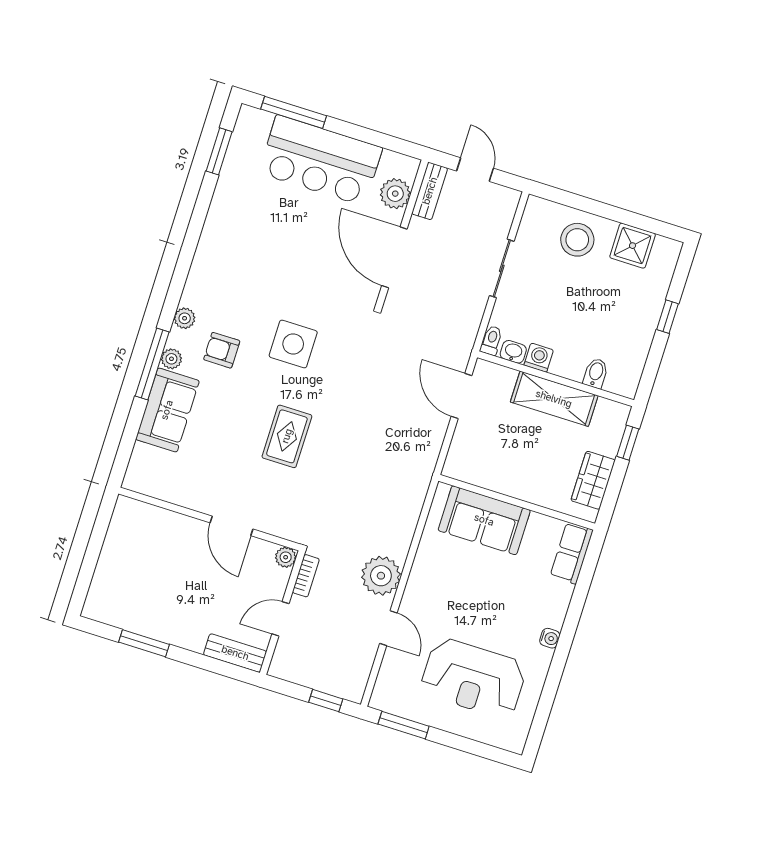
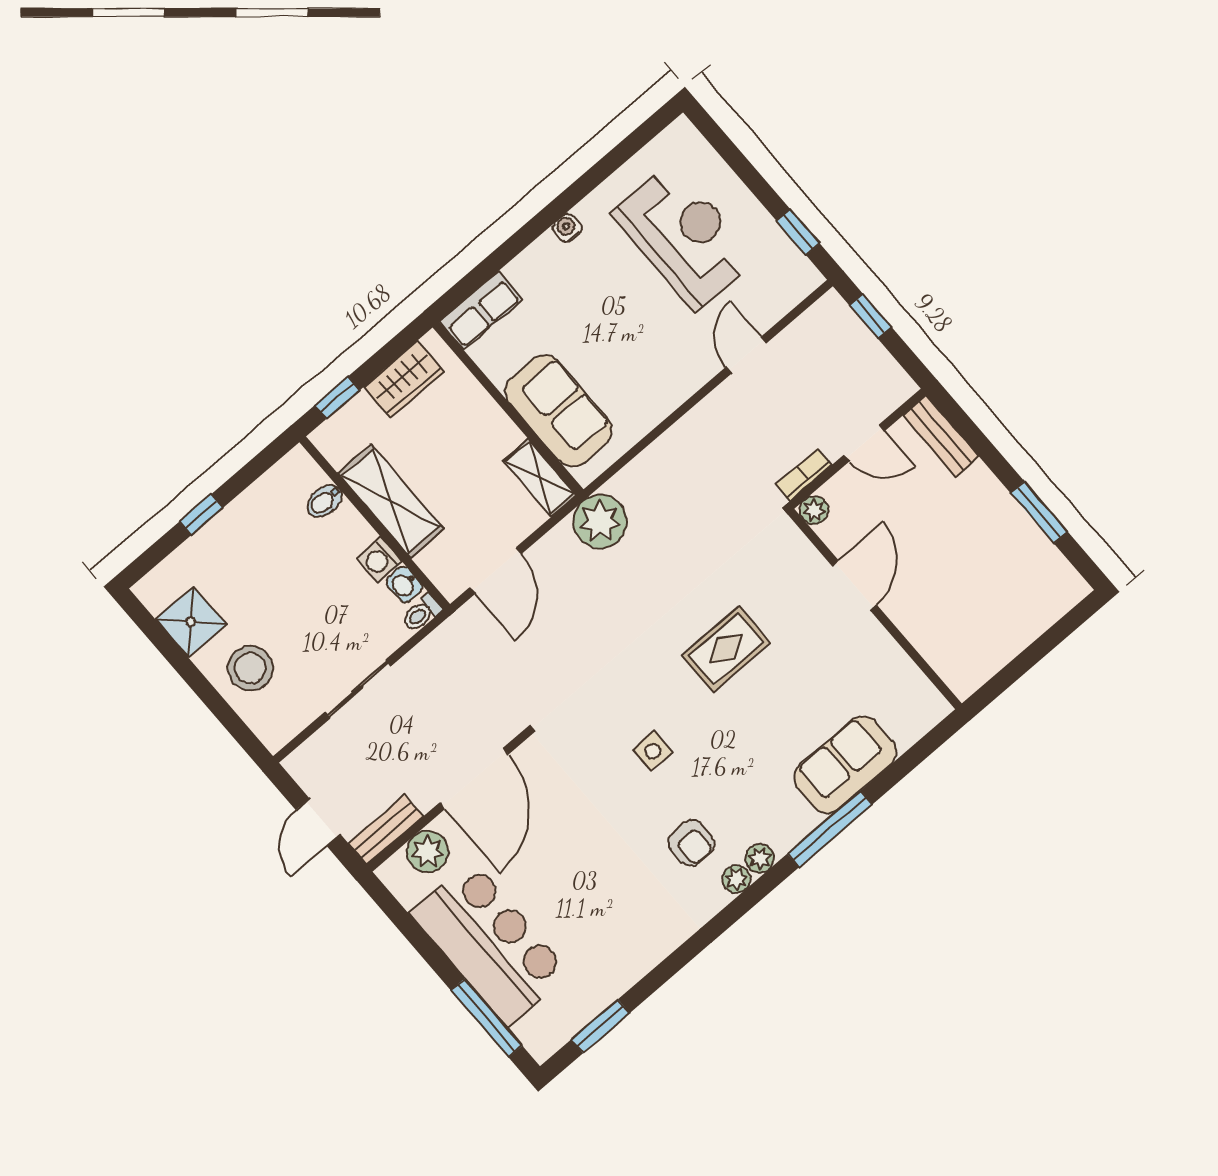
side table: (293, 344) -> (653, 751), width x0.54, depth x0.54
armchair: (222, 350) -> (691, 843), moved
plant: (171, 359) -> (736, 879), moved
shelving: (470, 471) -> (540, 478), added
plant: (381, 576) -> (600, 522), moved
window: (404, 725) -> (798, 232), width x0.67

